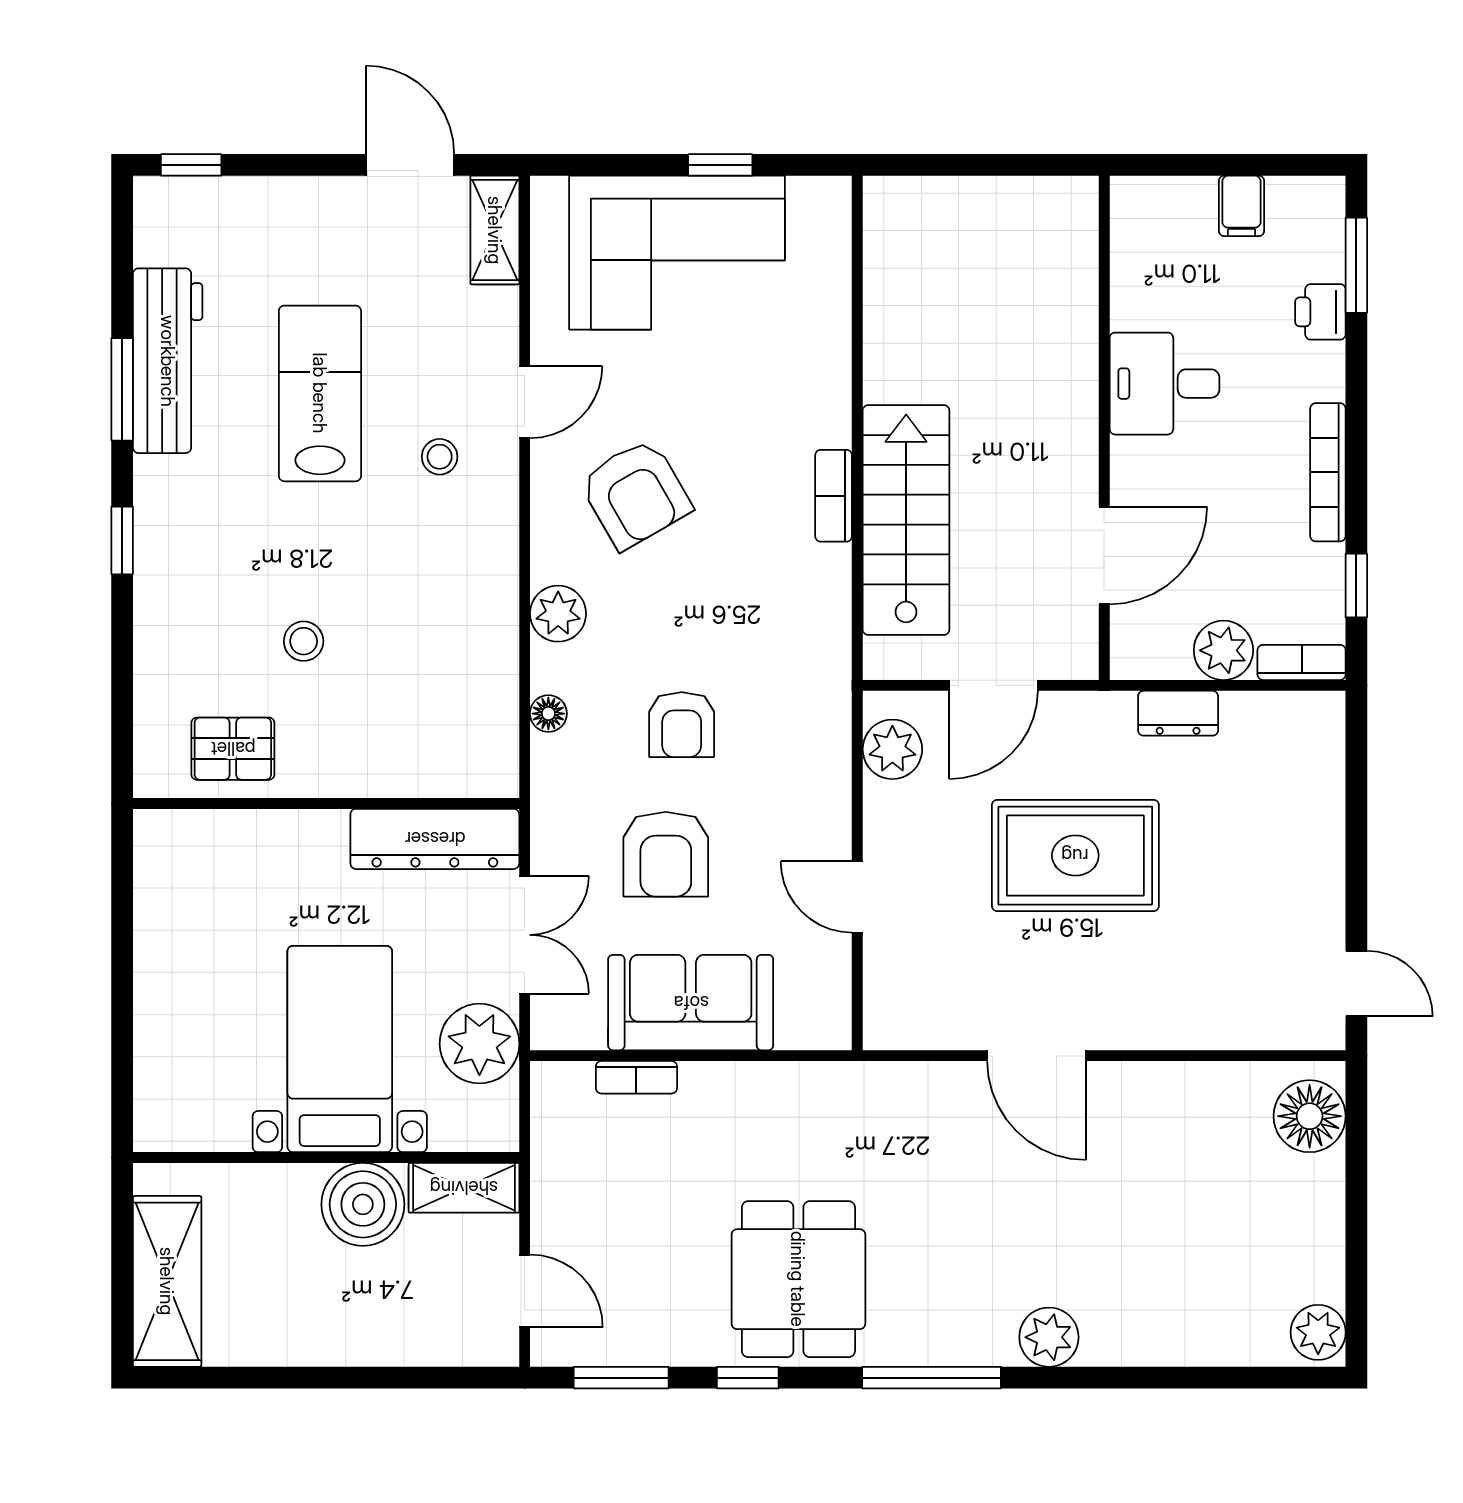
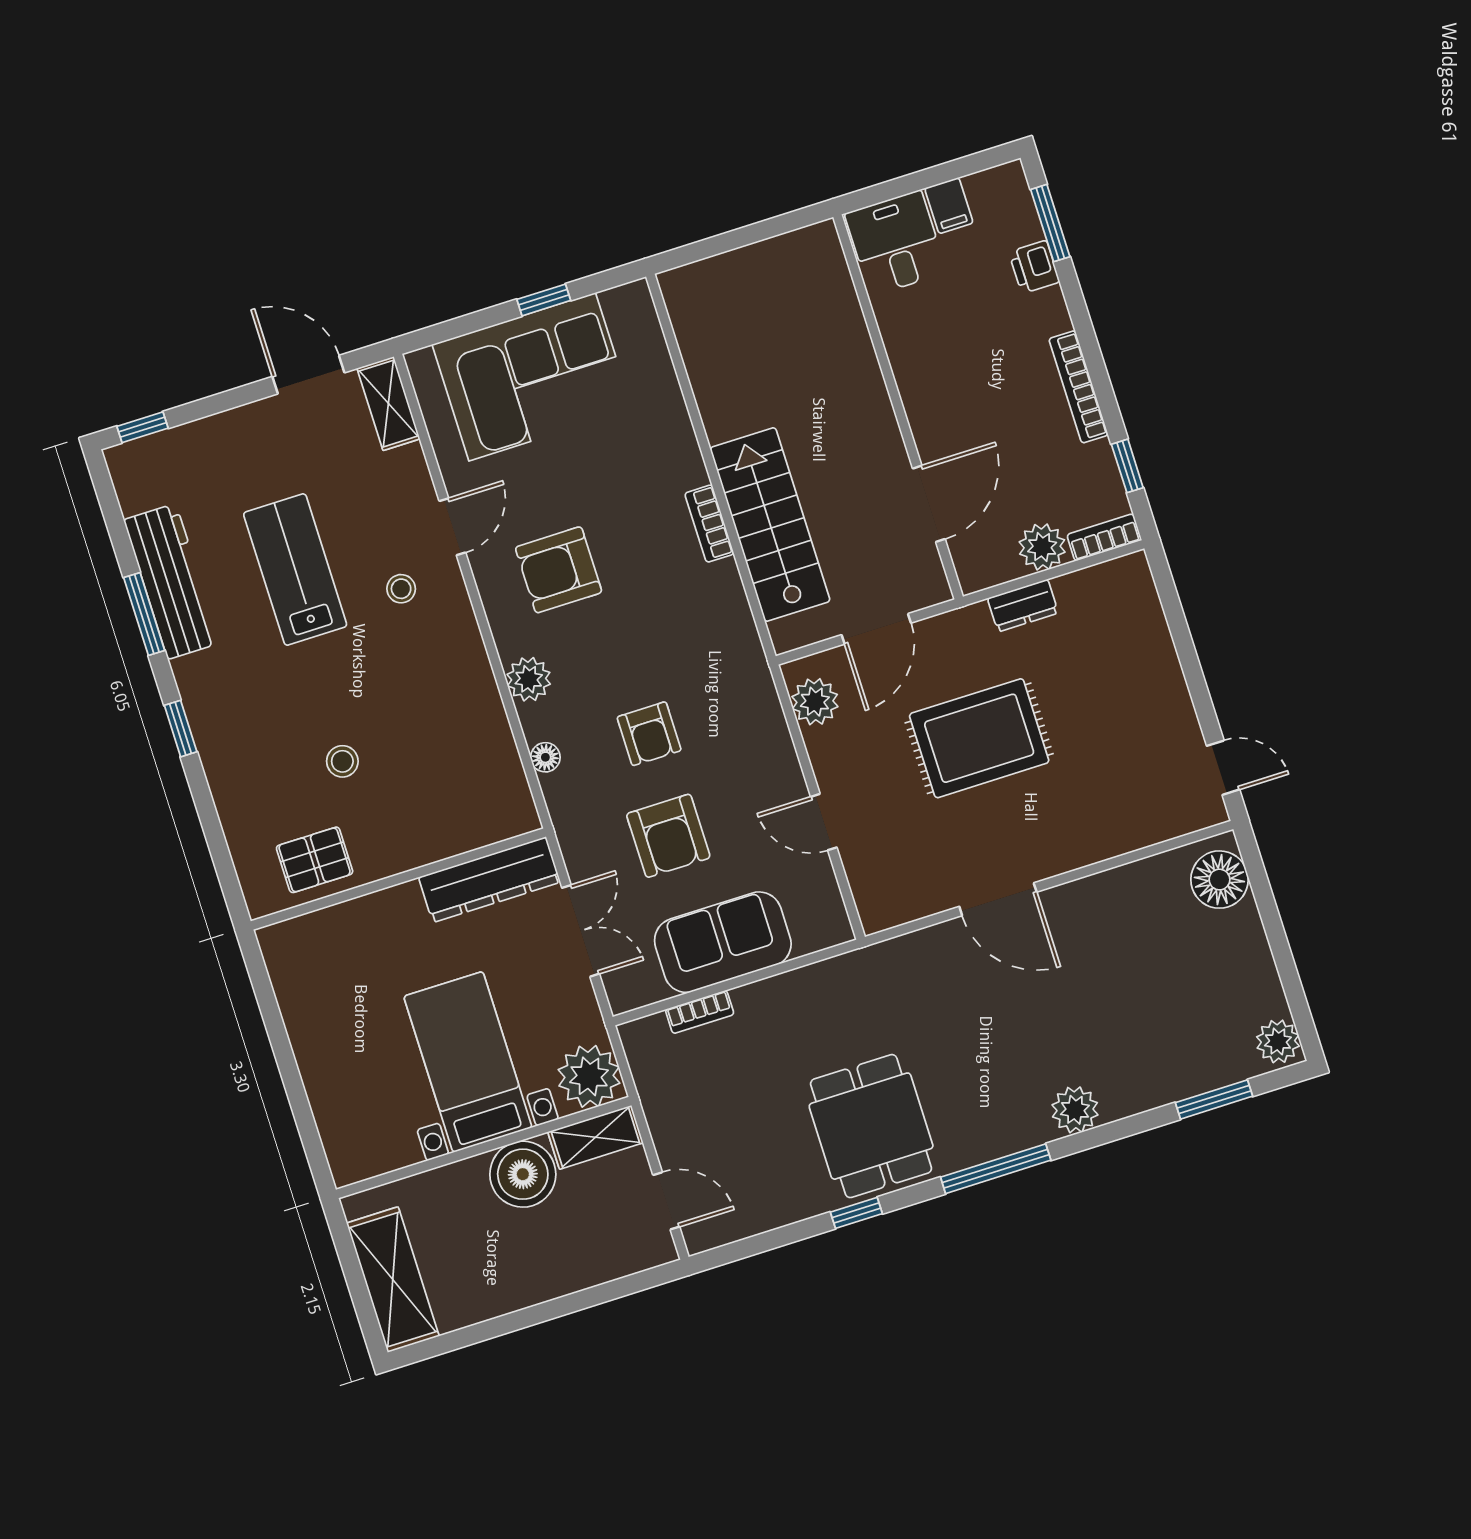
desk: (1164, 384) -> (896, 243), moved, turned 90
armchair: (635, 494) -> (559, 570), turned 120
plant: (479, 1044) -> (589, 1076), moved
window: (621, 1378) -> (1214, 1099), moved

